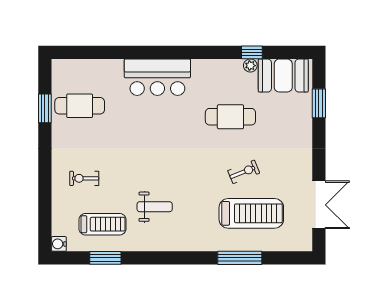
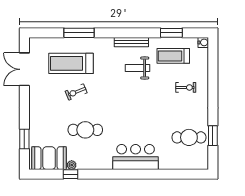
bench: (164, 244) -> (131, 42), added

